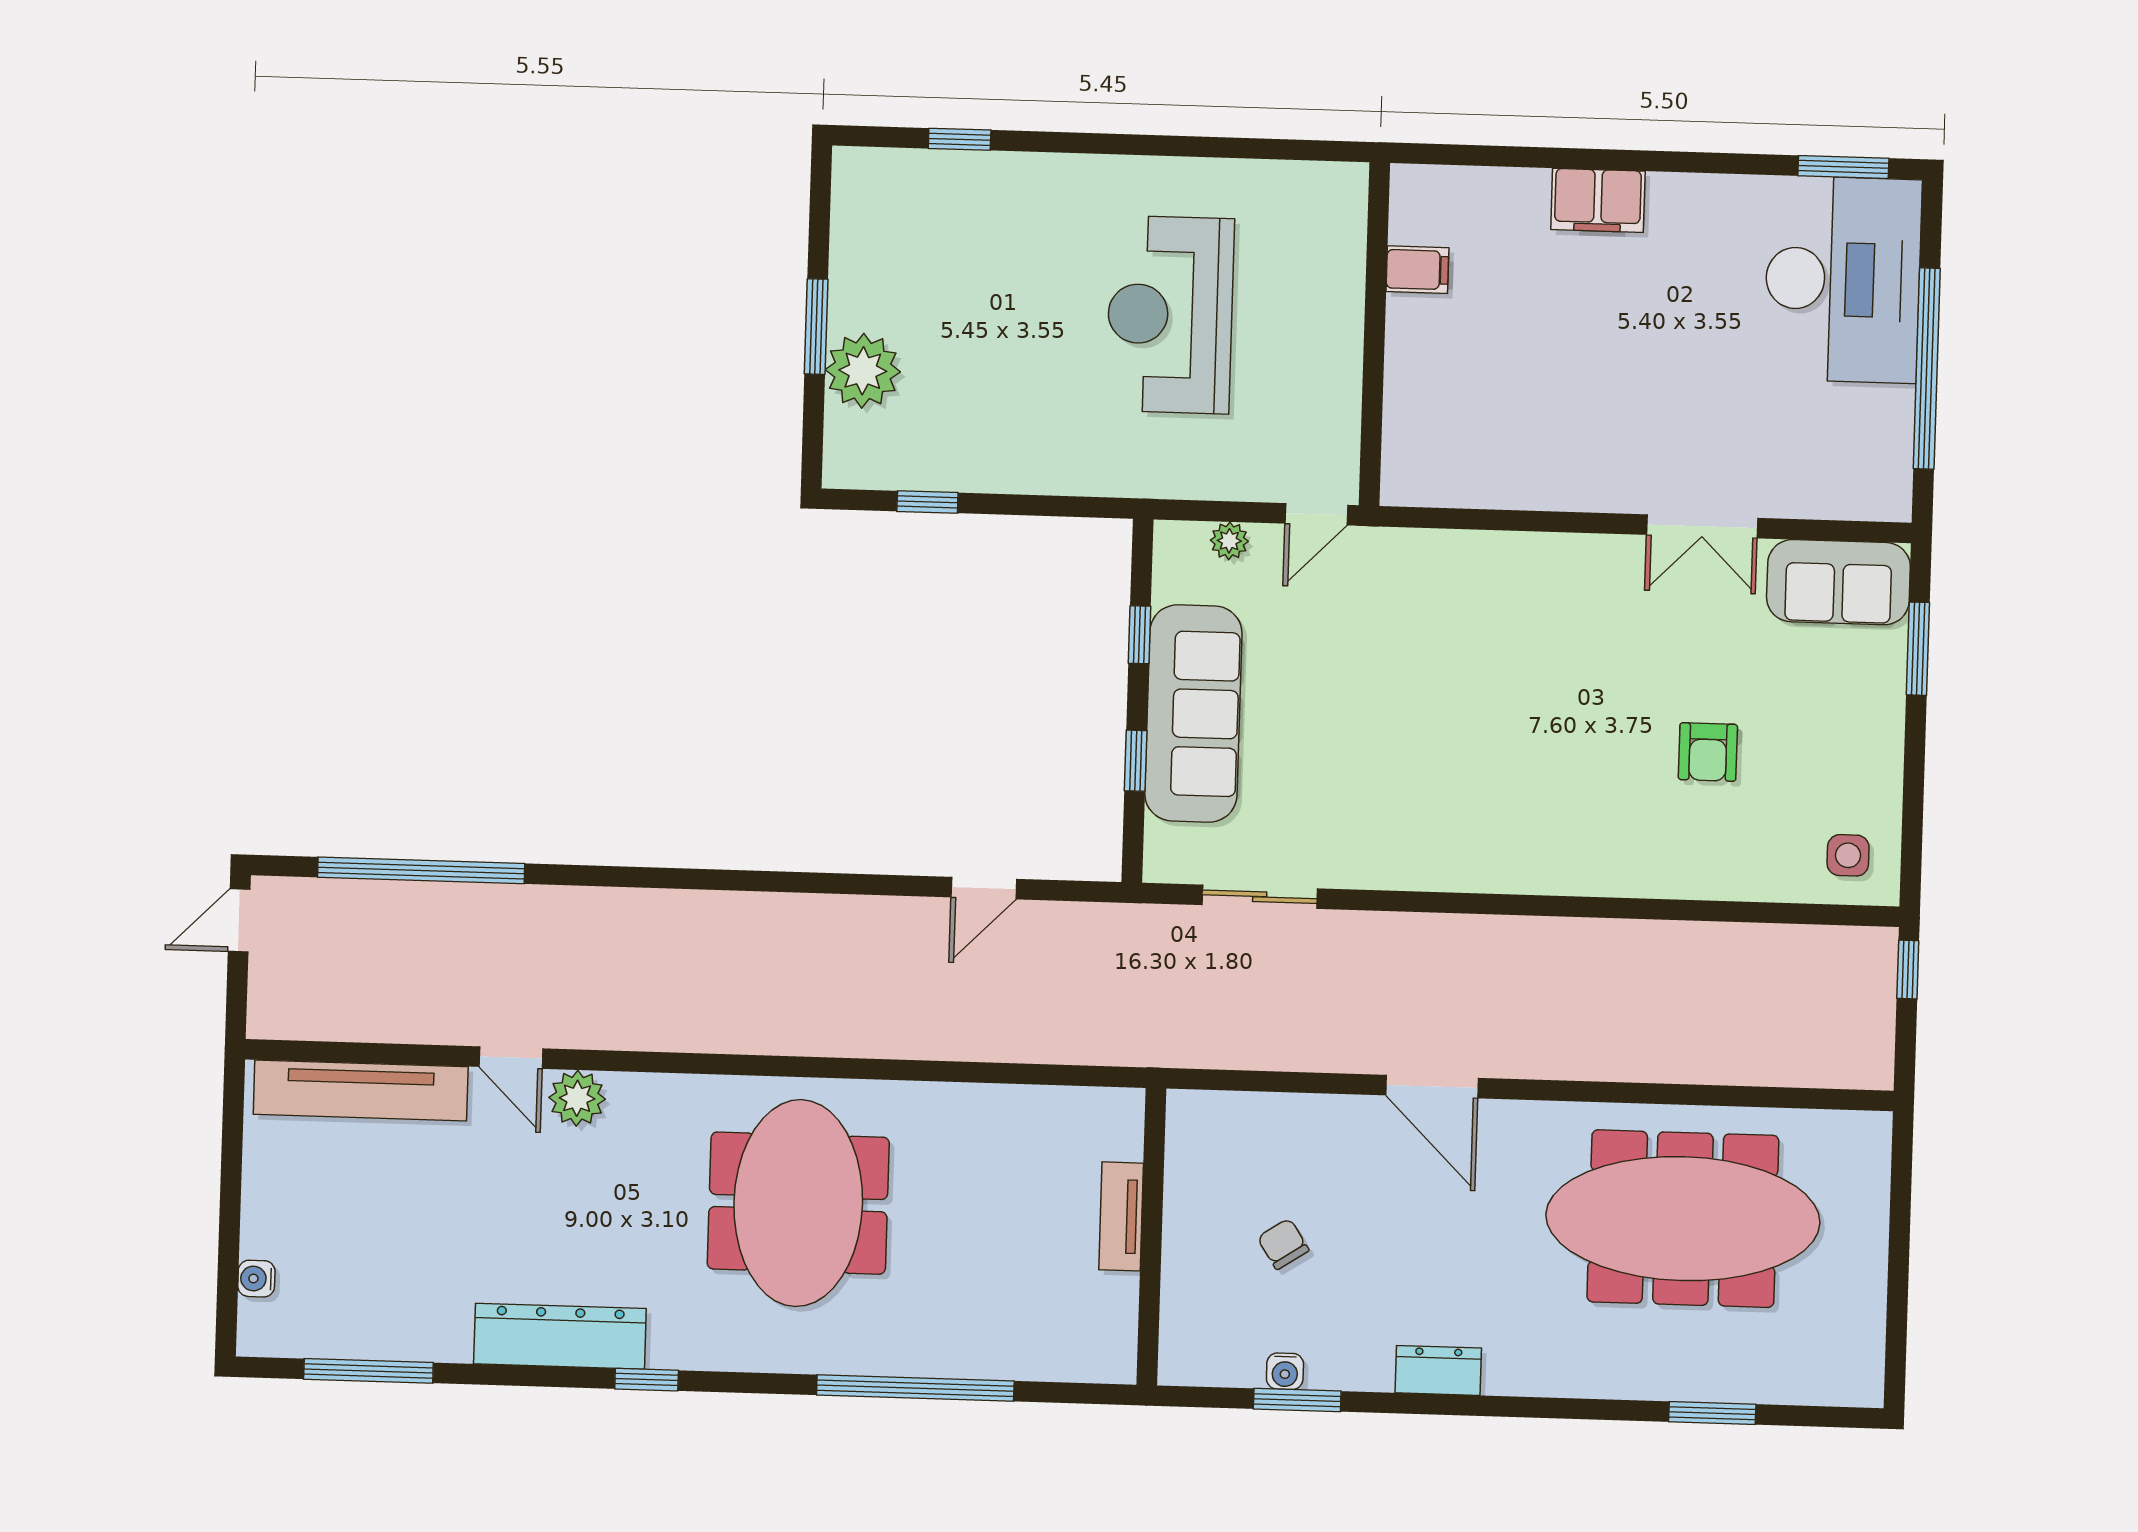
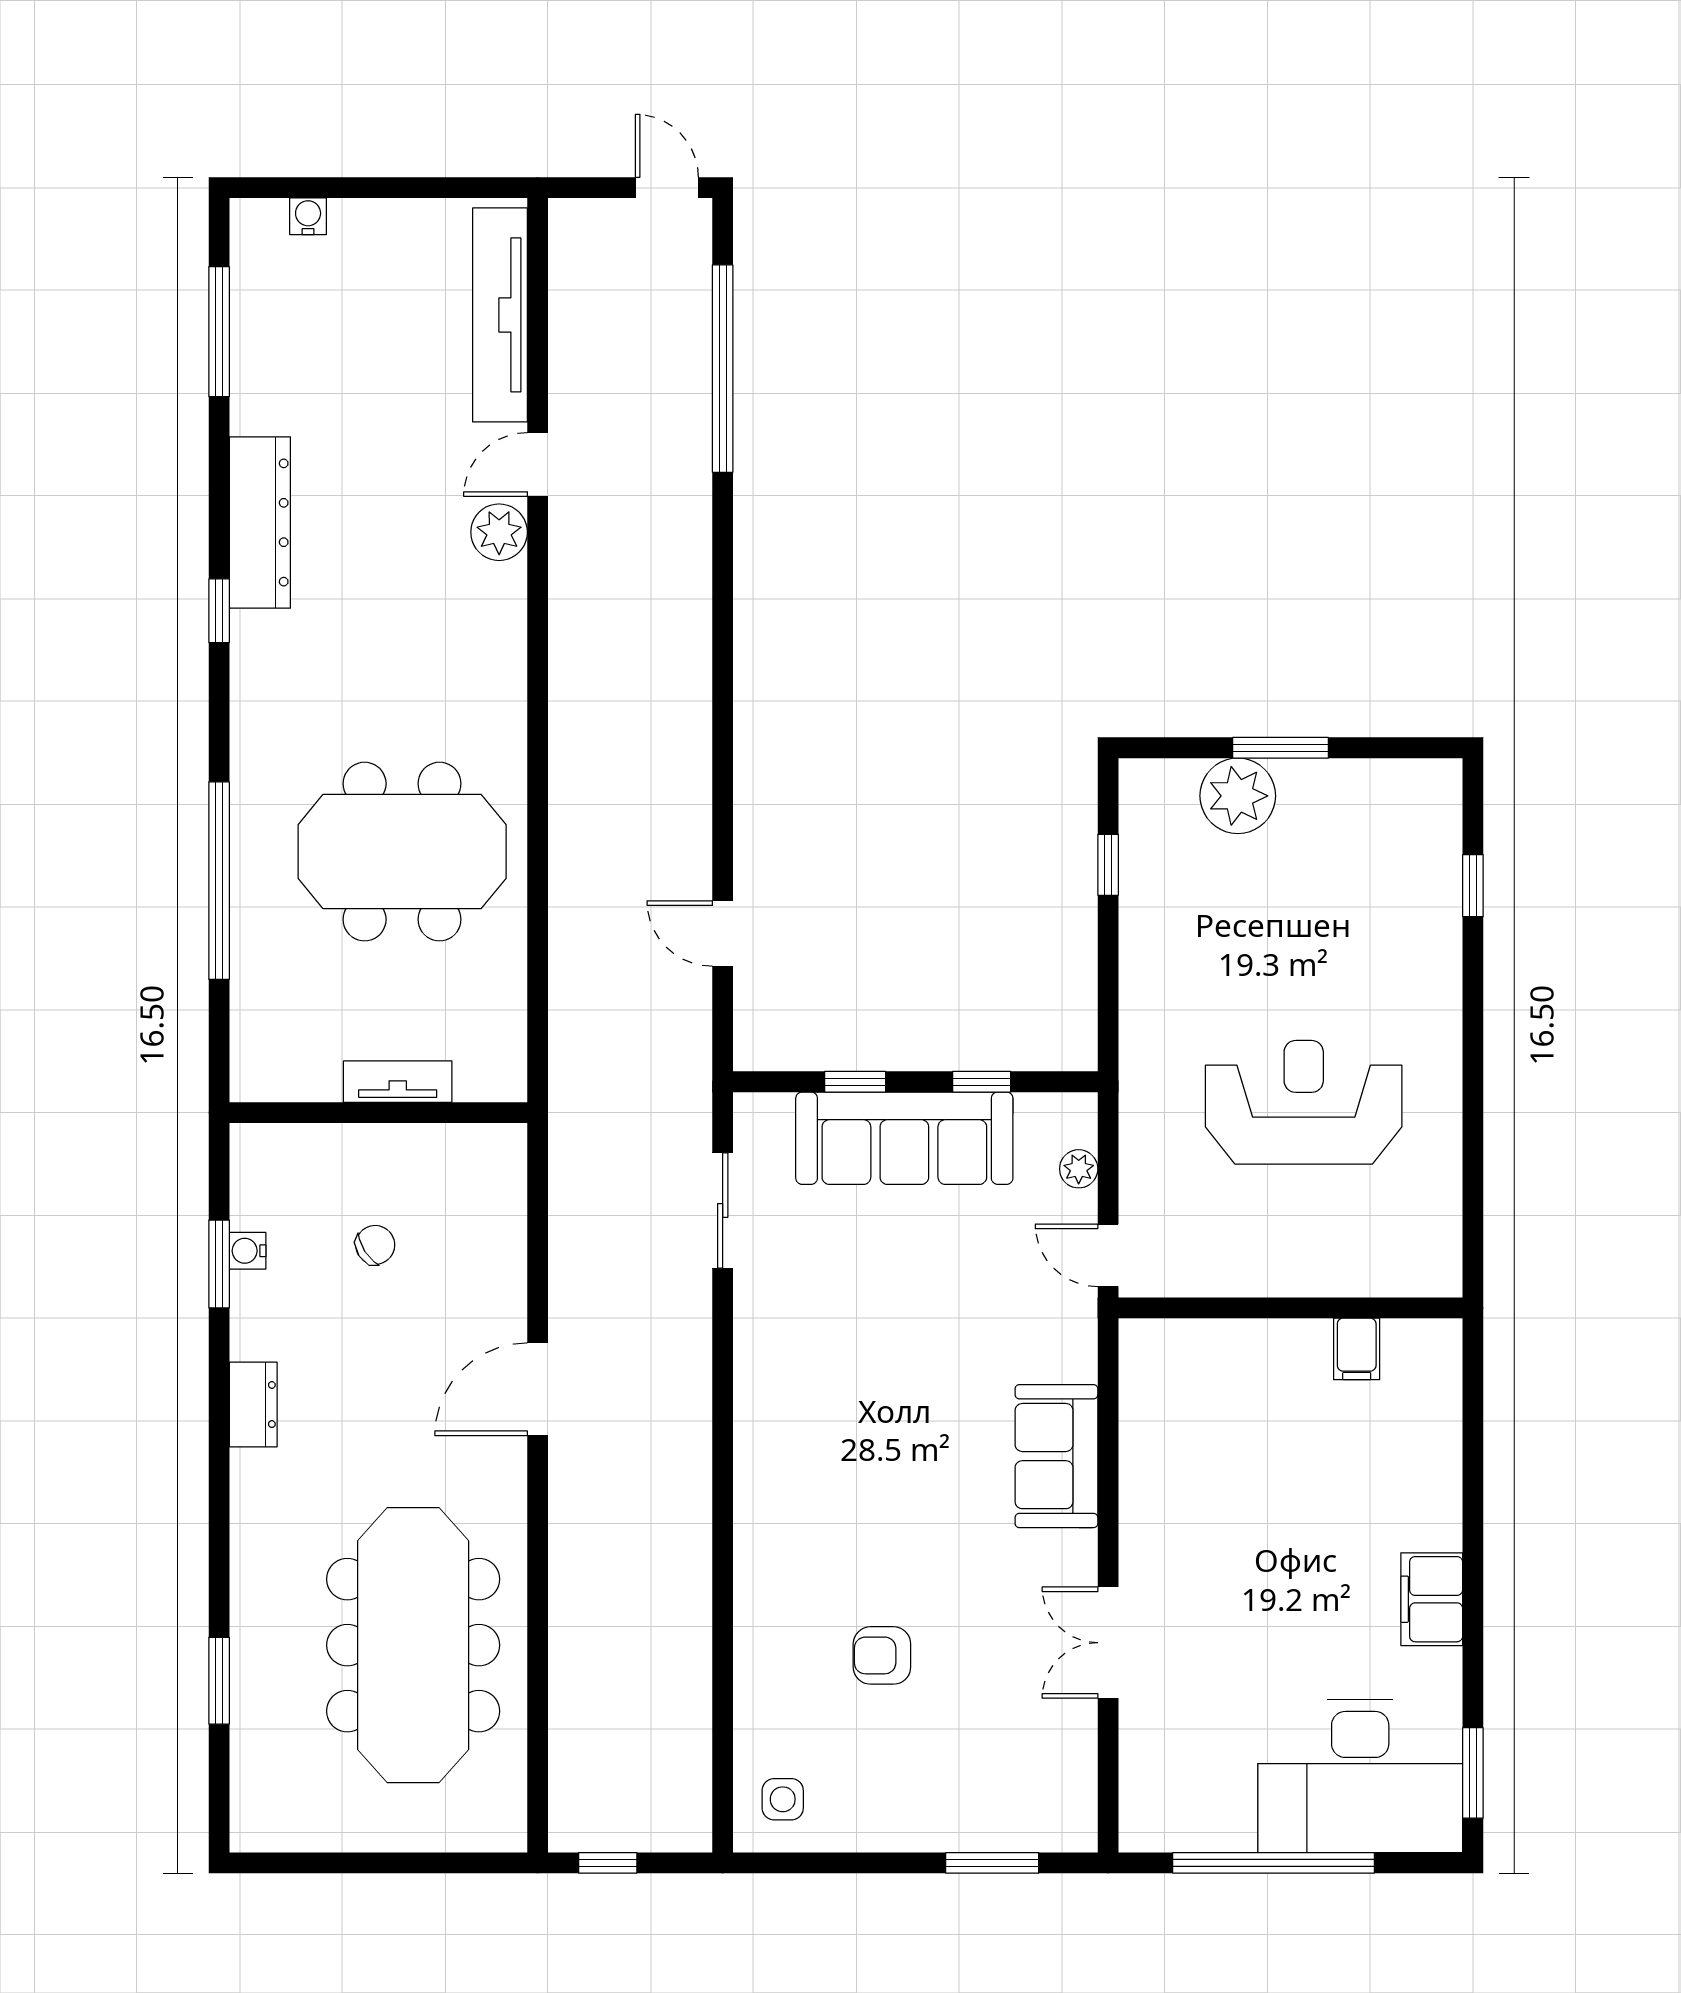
filing cabinet: (1598, 200) -> (1432, 1599), moved
sofa: (1838, 582) -> (1056, 1456), moved
window: (1908, 969) -> (608, 1863), moved
meeting table: (798, 1203) -> (402, 852), moved

